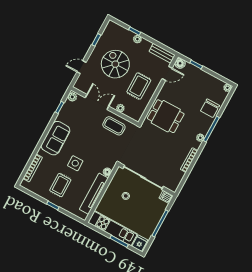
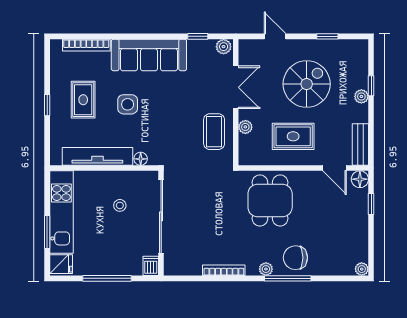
chair: (210, 108) -> (295, 258), moved
sofa: (56, 138) -> (149, 55), width x1.36
rug: (60, 185) -> (83, 100), turned 90

